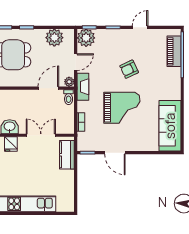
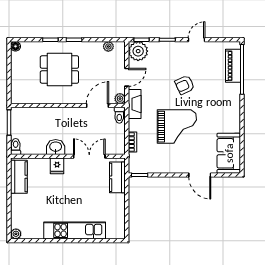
plant: (54, 38) -> (108, 47), width x0.53, depth x0.53
sofa: (170, 126) -> (229, 153), width x0.73
door: (115, 153) -> (200, 175), moved

